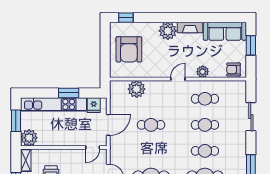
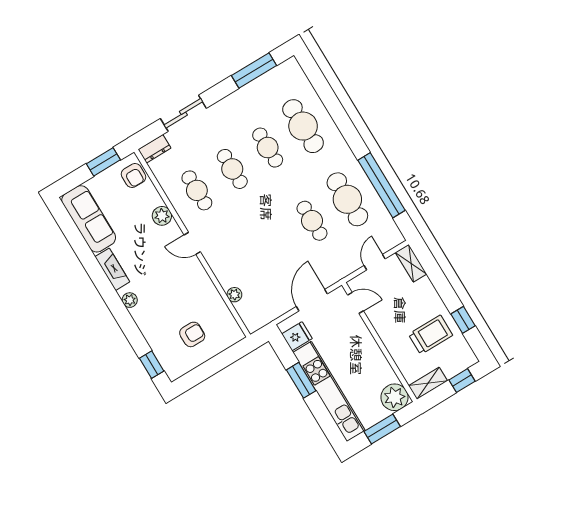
plant: (168, 31) -> (130, 300), width x0.53, depth x0.53
window: (251, 45) -> (103, 162), moved
armchair: (129, 49) -> (192, 334), width x0.53, depth x0.53
plant: (137, 89) -> (234, 295), width x0.53, depth x0.53
dresser: (241, 90) -> (154, 149), added
door: (108, 125) -> (312, 300), hinge flipped
cafe table: (151, 125) -> (312, 221), moved

